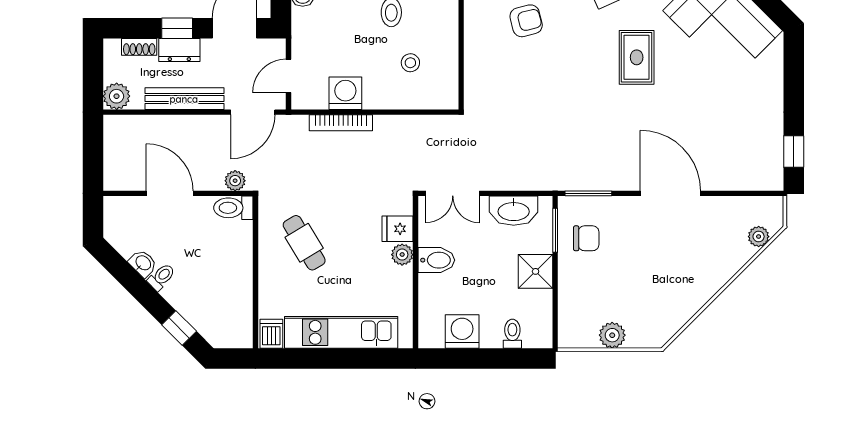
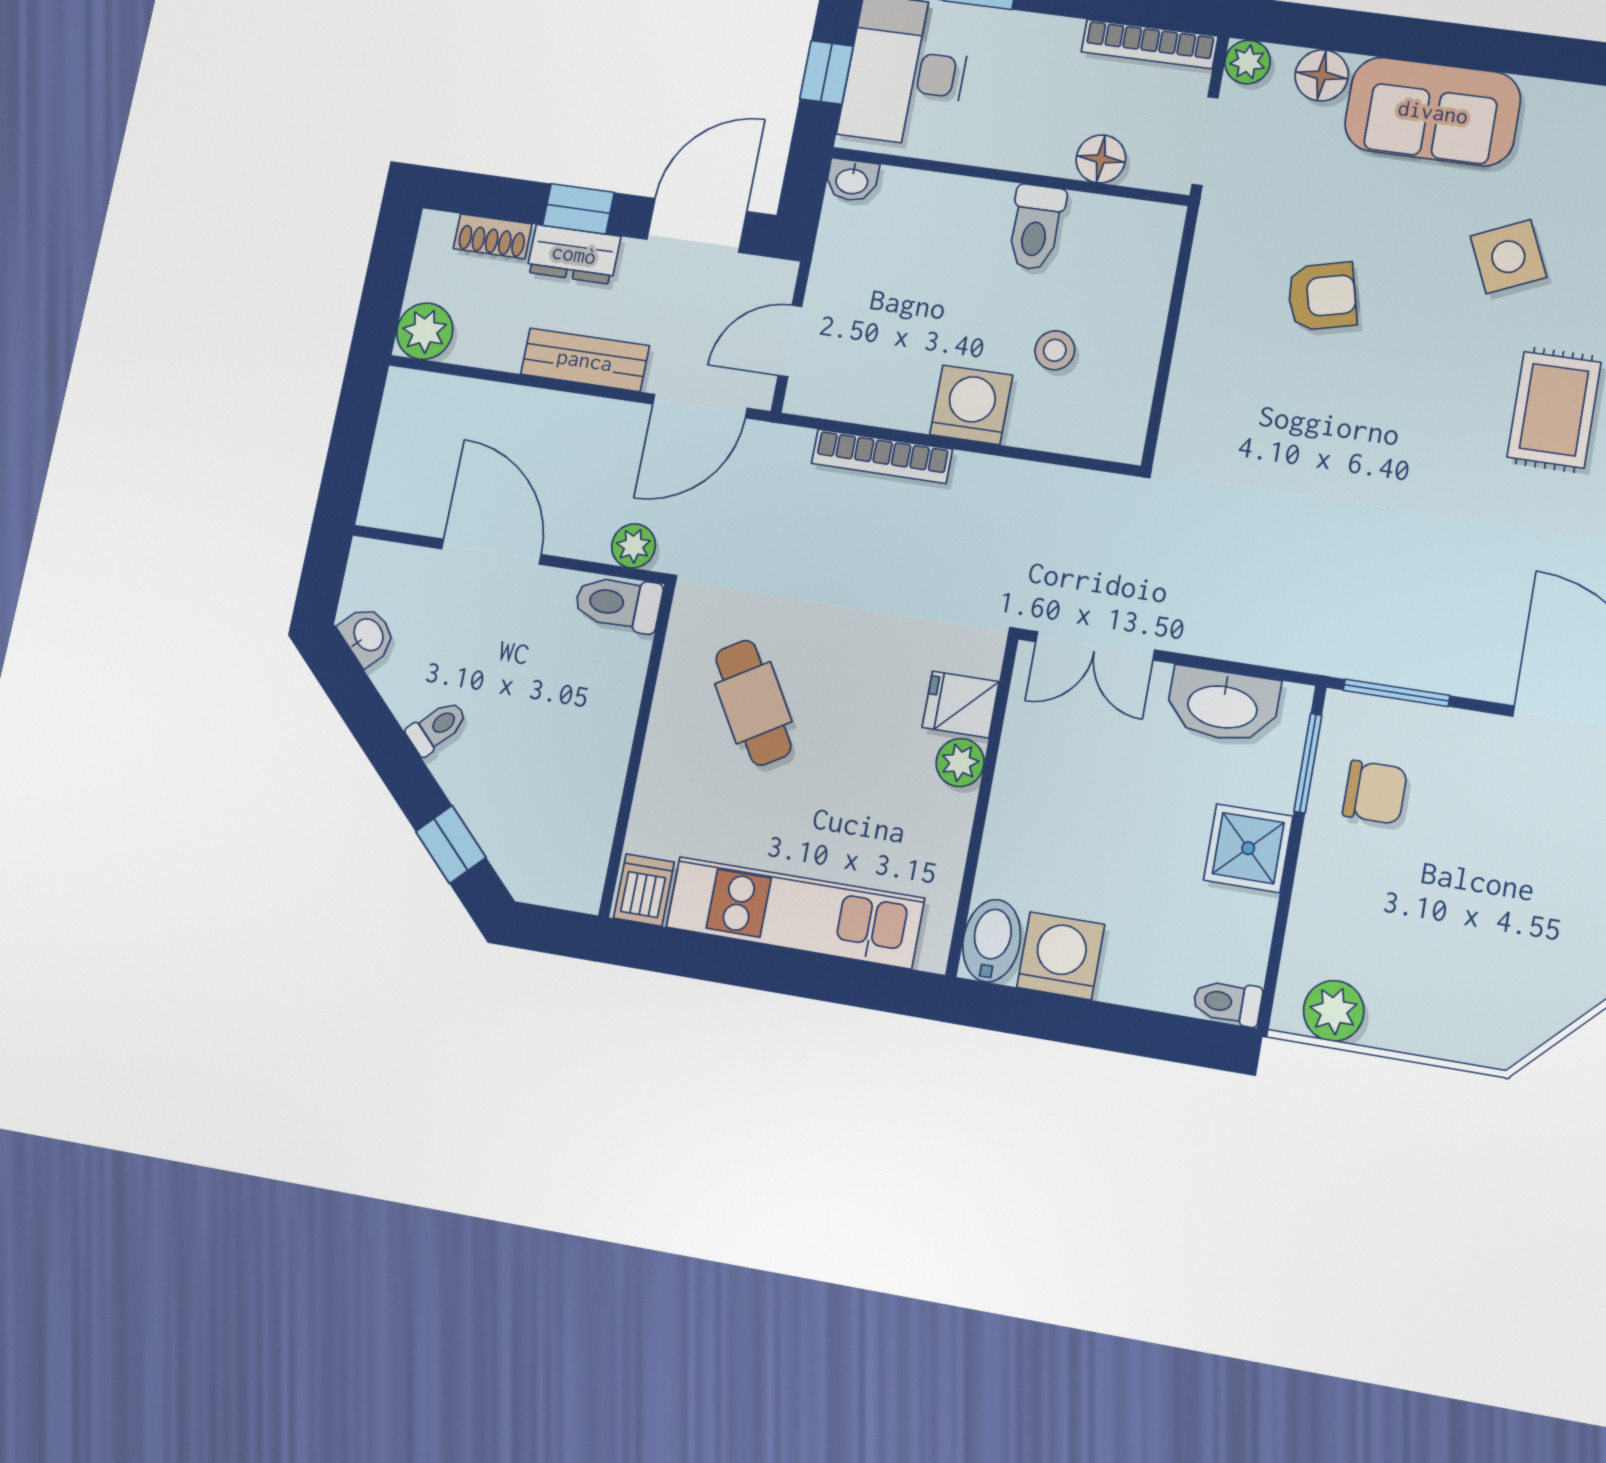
washing machine: (345, 93) -> (971, 405), moved
bench: (184, 99) -> (585, 360), width x0.73
bidet: (436, 260) -> (992, 941), moved, turned -90
washbasin: (143, 263) -> (367, 635), moved
toilet: (512, 334) -> (1227, 1002), moved, turned -90
plant: (612, 335) -> (1334, 1011), moved

